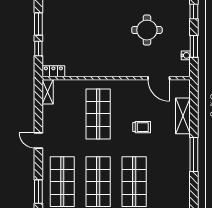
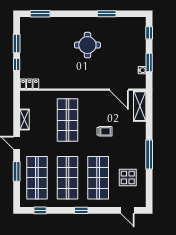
round table: (147, 30) -> (87, 45), moved
shelving: (48, 92) -> (25, 120), moved
shelving: (183, 116) -> (140, 106), moved
display table: (169, 181) -> (128, 178), added
window: (38, 192) -> (17, 171), moved

